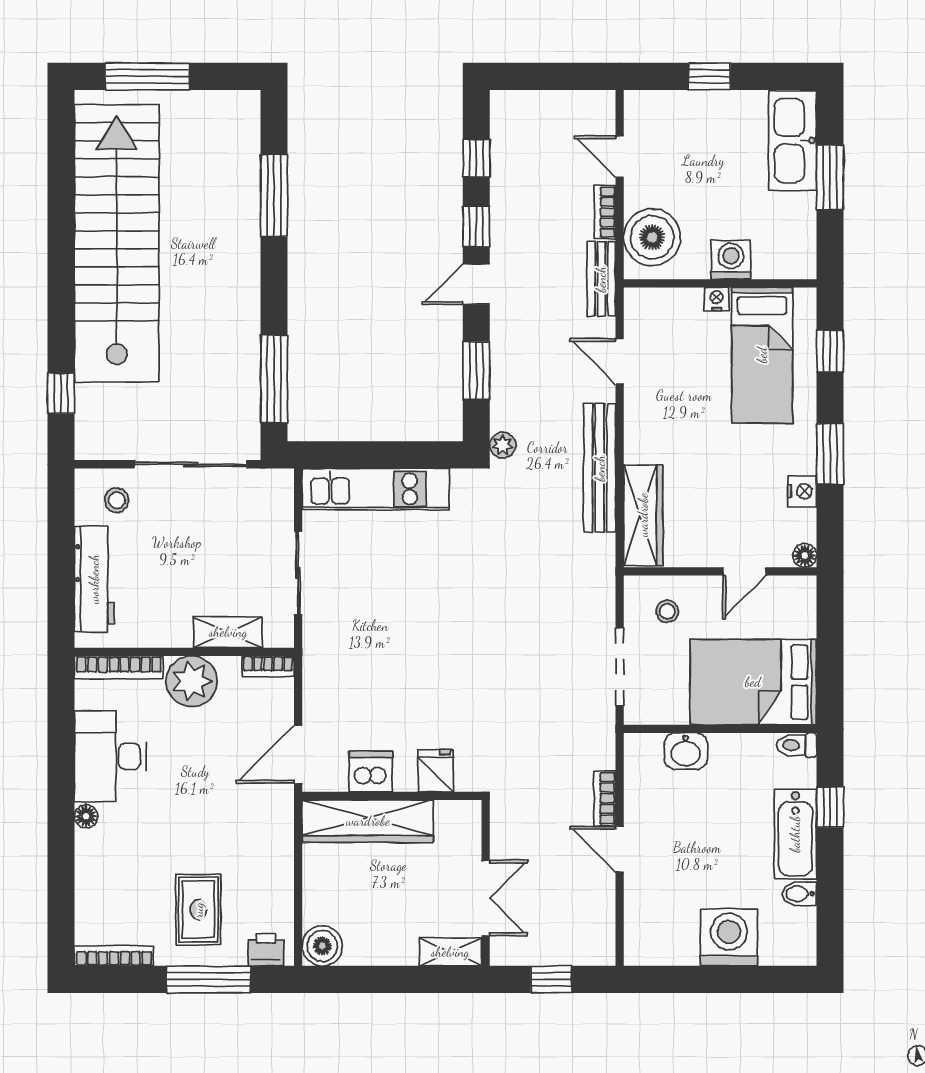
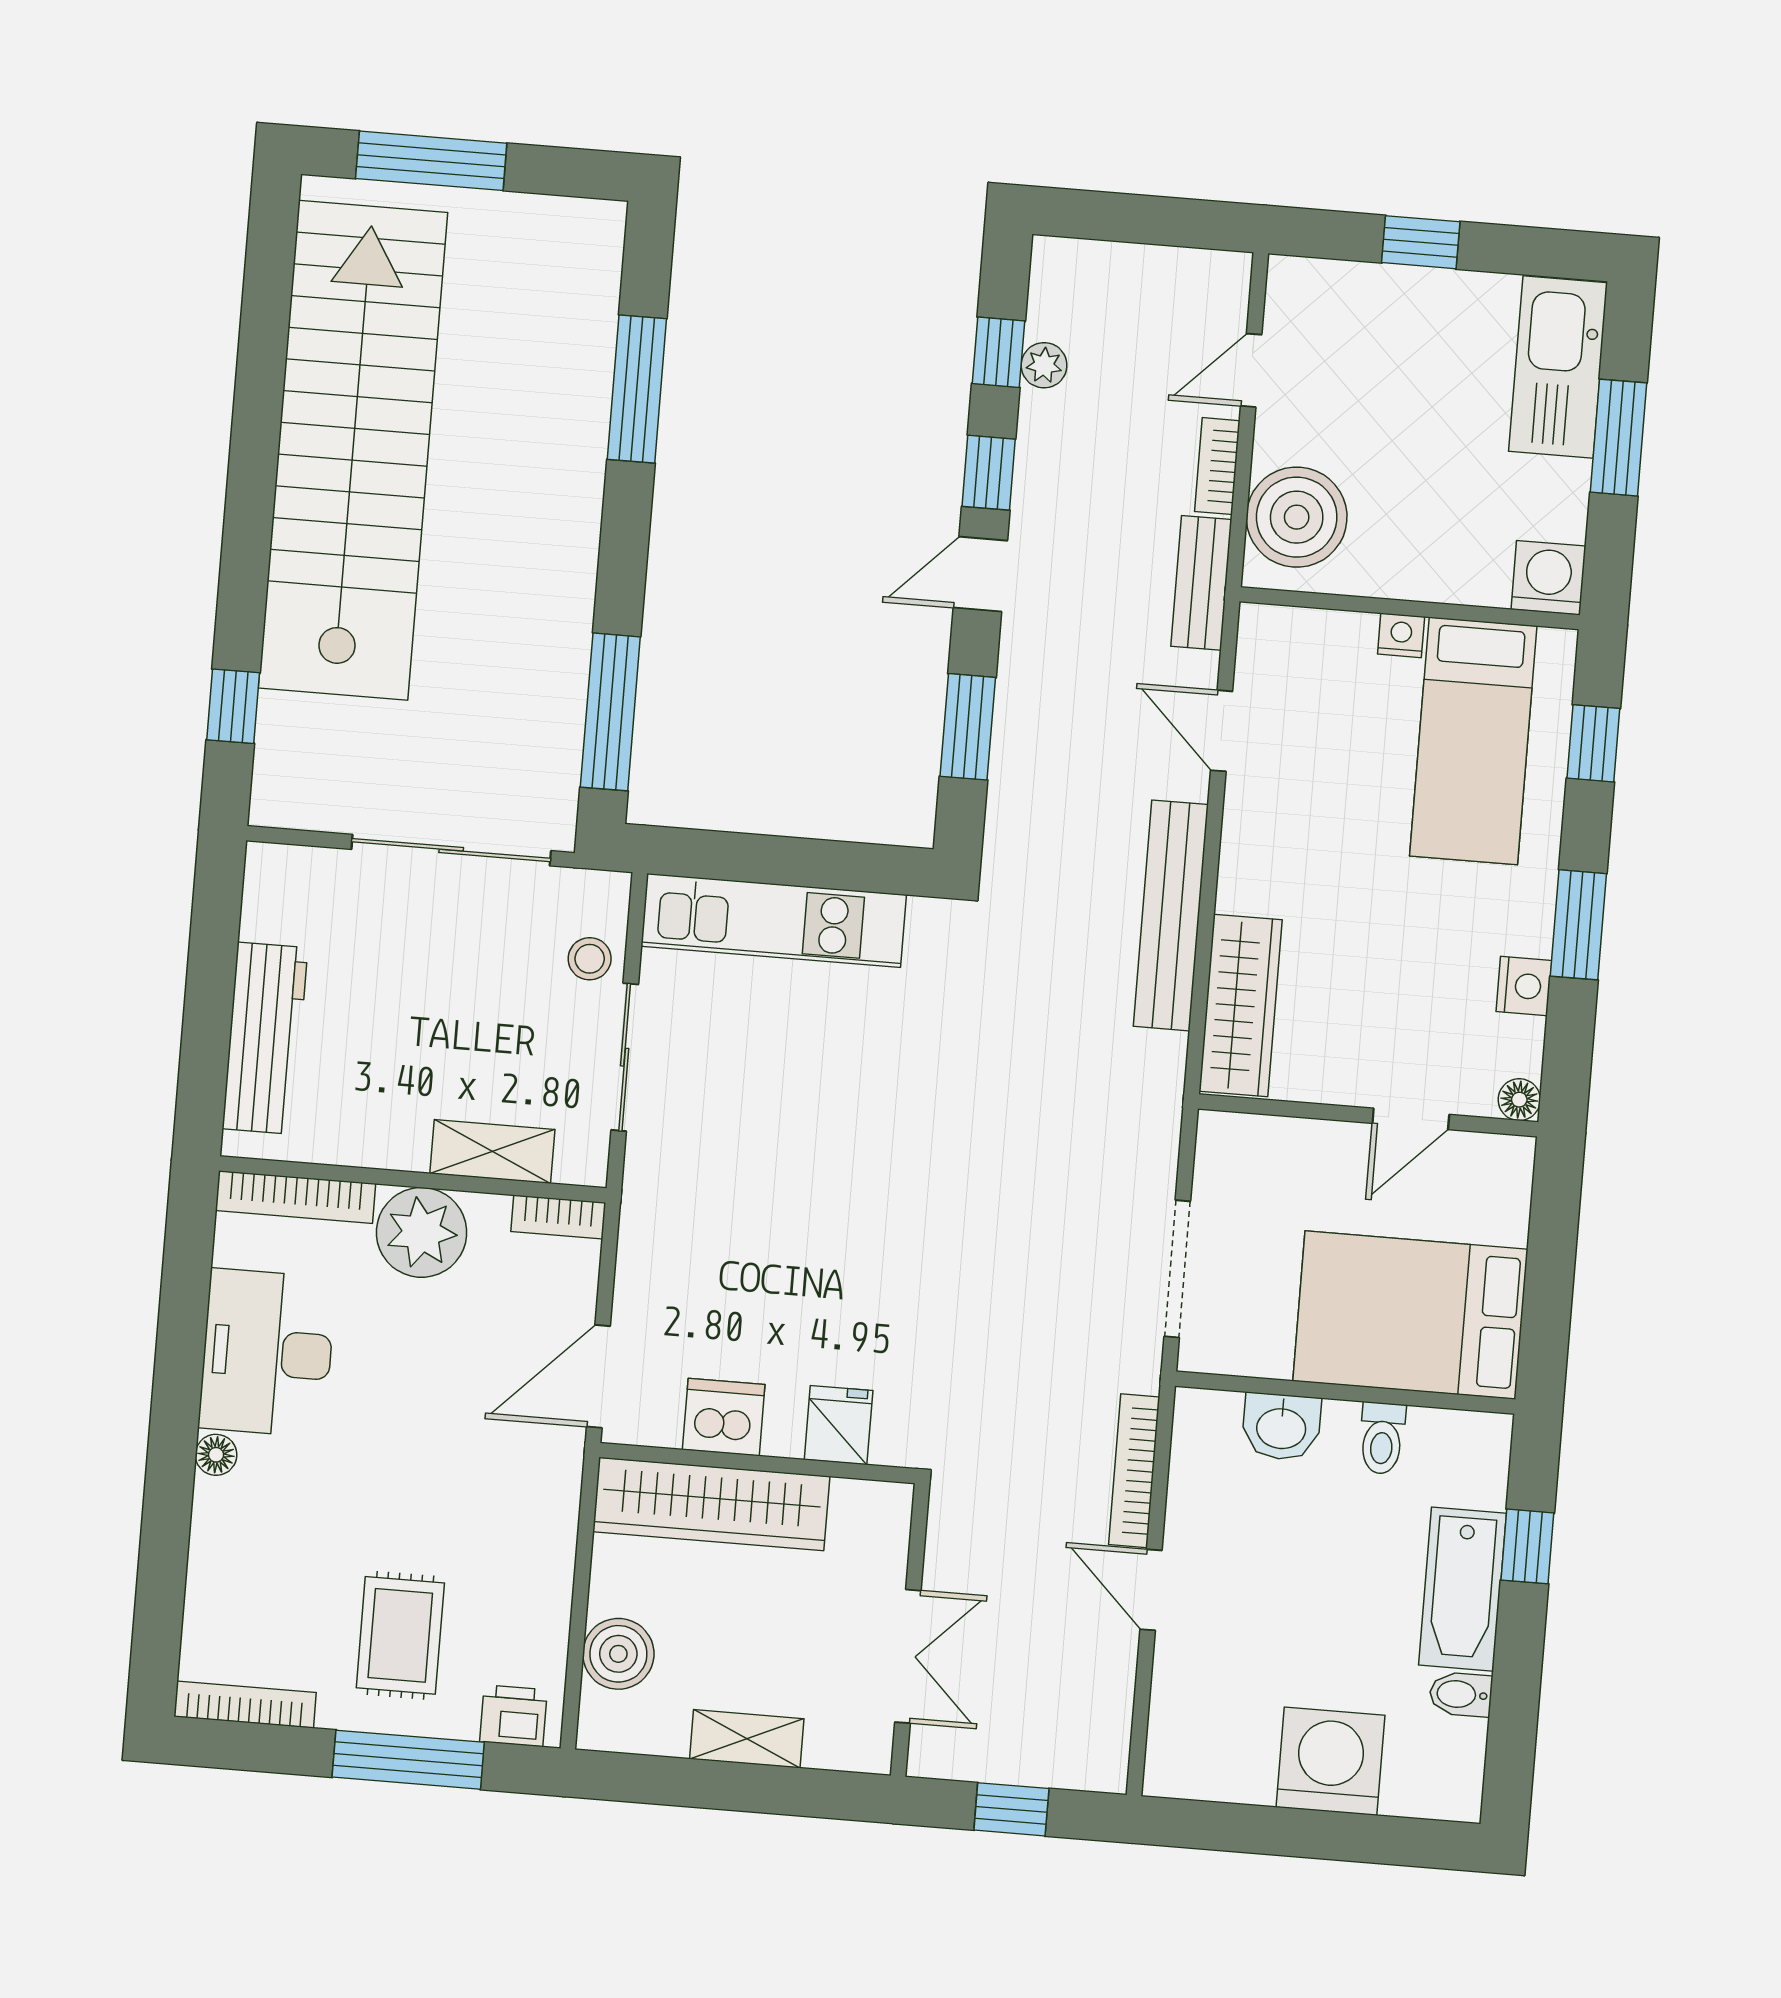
door: (620, 157) -> (1251, 370), hinge flipped
washing machine: (731, 260) -> (1548, 578), moved
plant: (503, 445) -> (1044, 365), moved
stool: (117, 500) -> (590, 959), moved
stool: (667, 611) -> (1269, 1178), removed
toilet: (797, 745) -> (1382, 1438), moved, turned -90
bookcase: (605, 798) -> (1134, 1471), width x1.56
boiler: (322, 946) -> (618, 1654), moved
shelving: (450, 952) -> (747, 1739), moved

